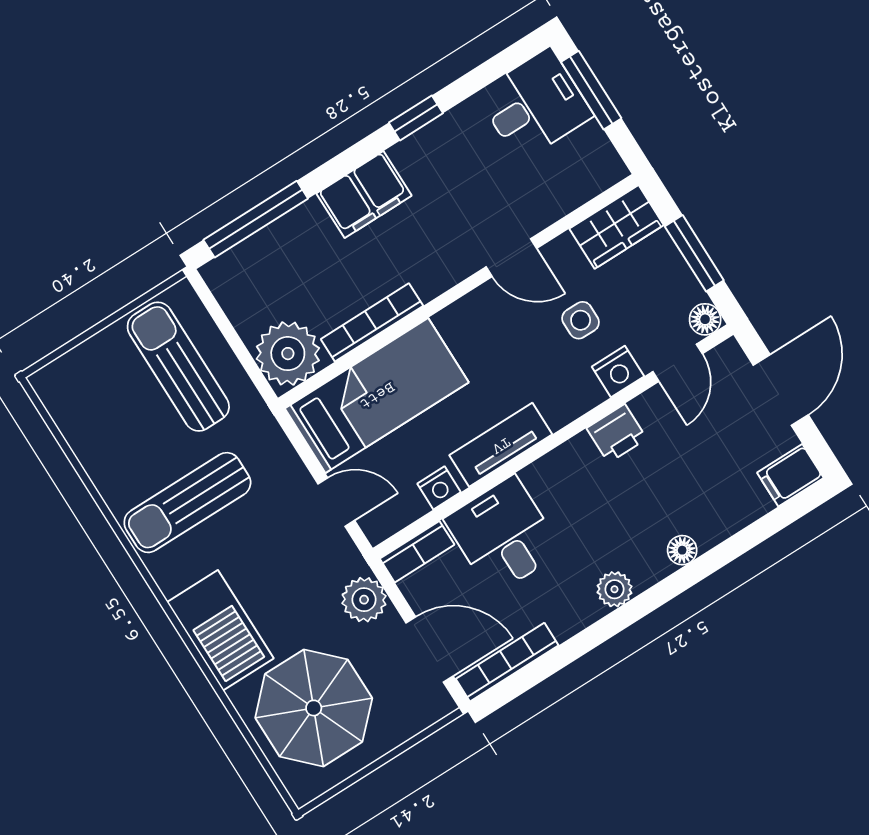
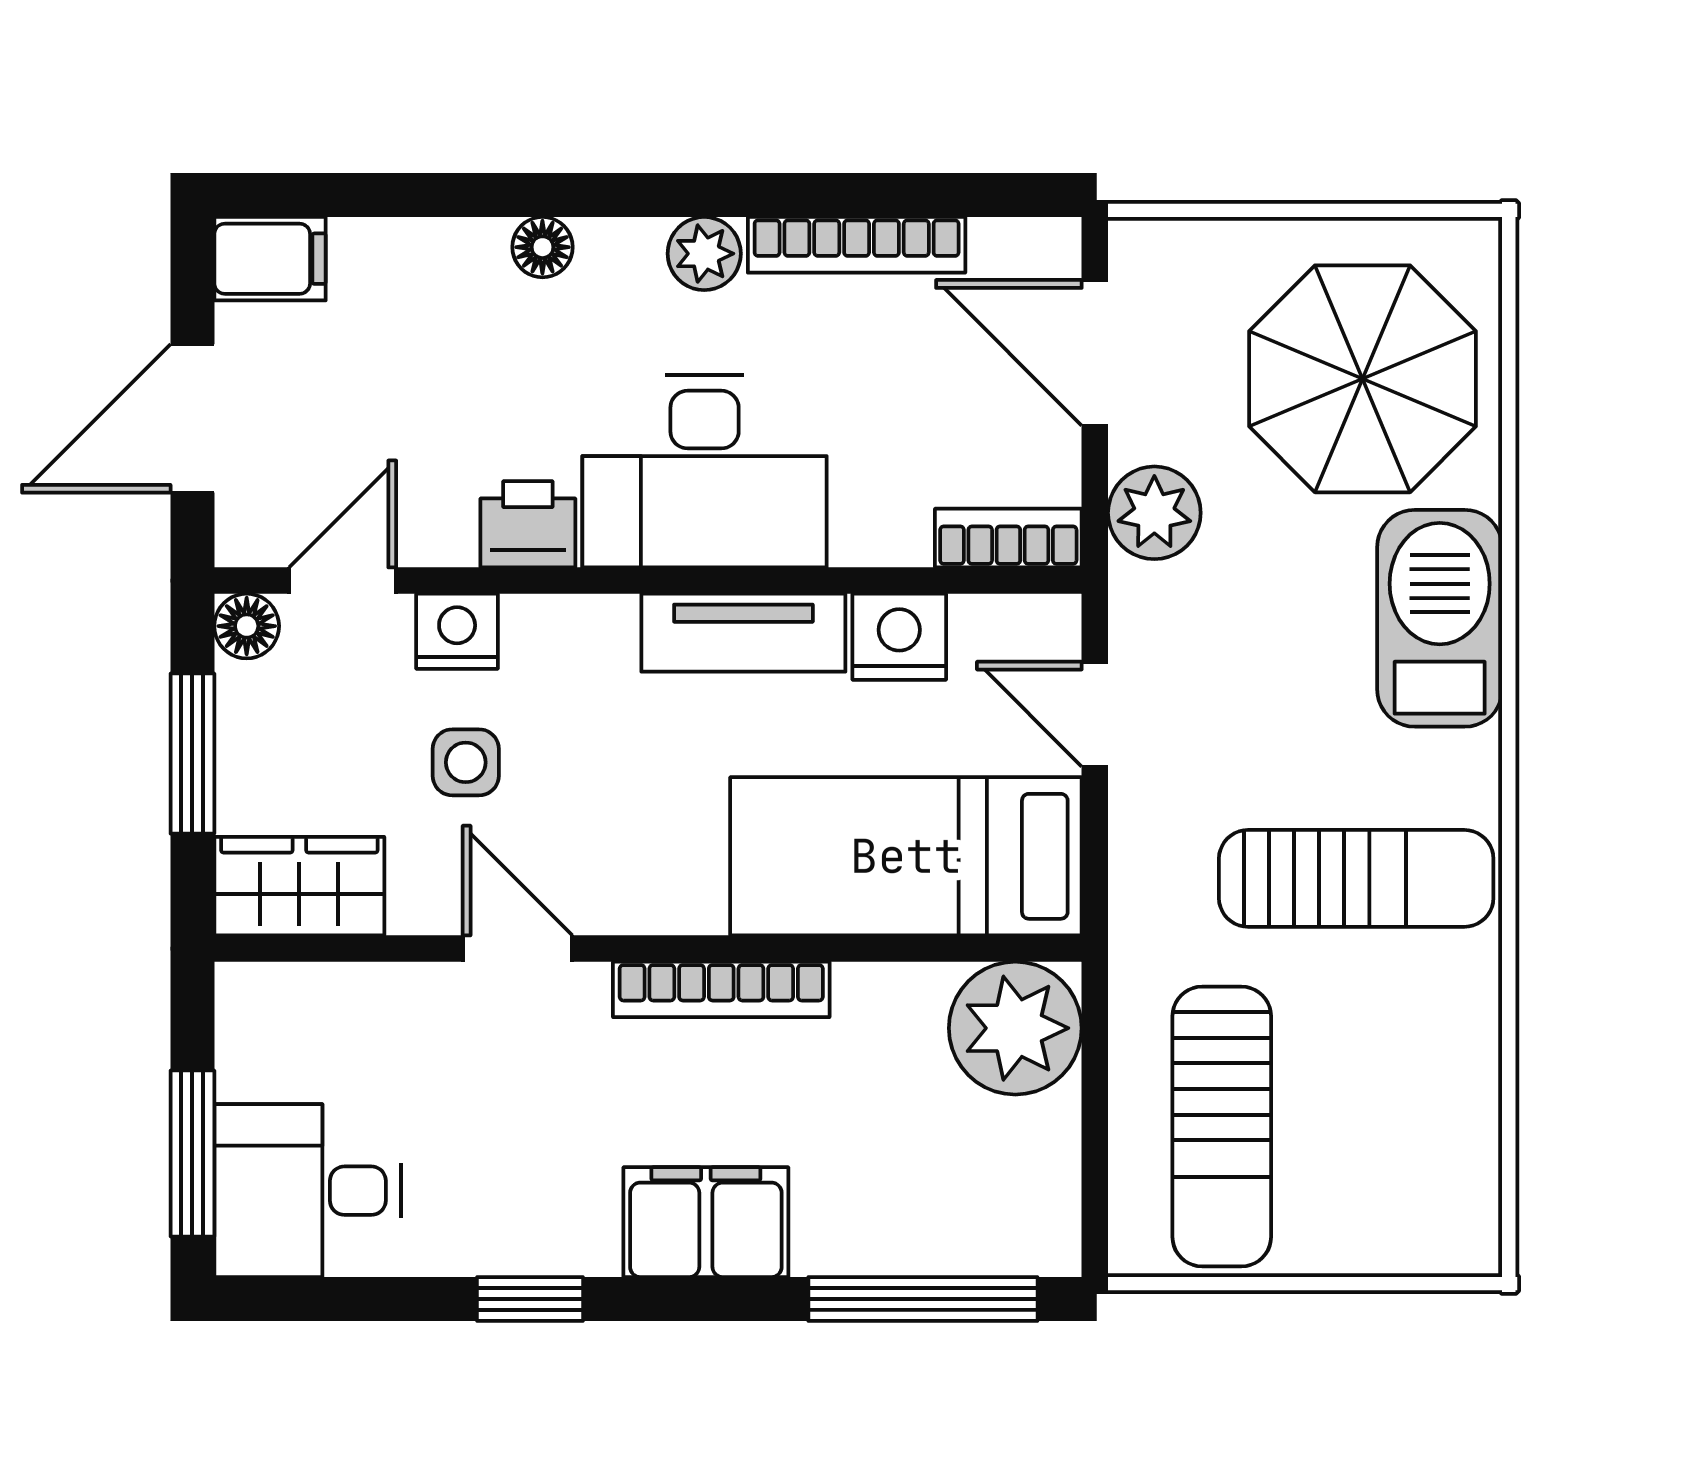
bookcase: (372, 322) -> (721, 989), moved
nightstand: (439, 488) -> (899, 637), width x1.39, depth x1.35
desk: (503, 535) -> (705, 471), moved, width x1.37
bookcase: (507, 662) -> (857, 245), moved

